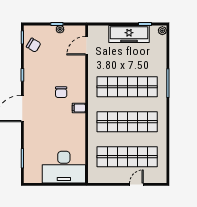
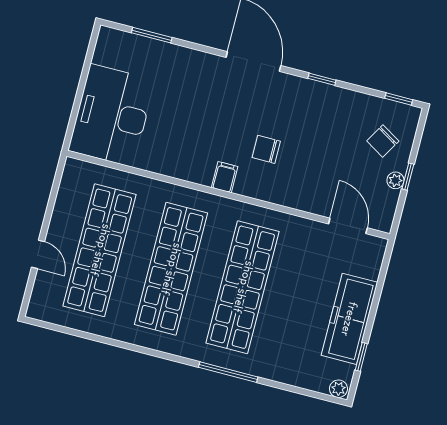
chair: (34, 45) -> (383, 141), moved

